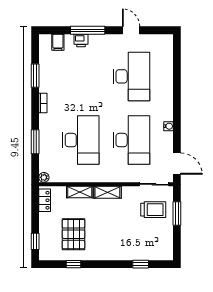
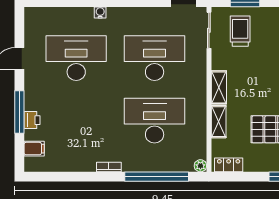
window: (35, 76) -> (75, 177), removed
water cooler: (168, 126) -> (100, 12), moved
window: (35, 142) -> (157, 177), width x2.11

